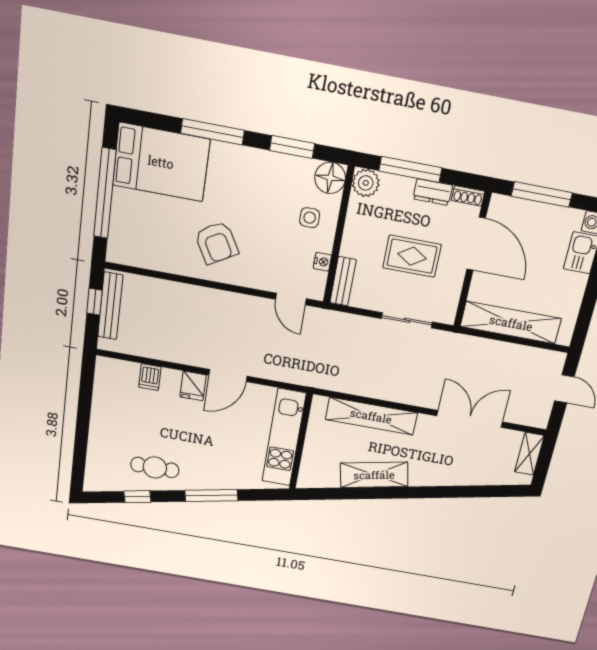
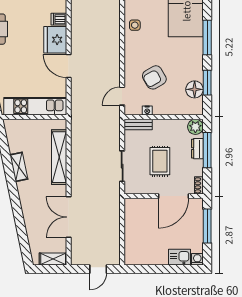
floor lamp: (330, 178) -> (195, 89), moved
dresser: (433, 192) -> (197, 149), moved
side table: (310, 218) -> (135, 25), moved
armchair: (217, 243) -> (154, 77), moved
shelving: (511, 323) -> (132, 227), removed
fridge: (193, 386) -> (55, 40), width x1.88, depth x1.34
double door: (470, 419) -> (69, 217), swing flipped
shelving: (374, 475) -> (19, 167), width x0.67, depth x0.75

